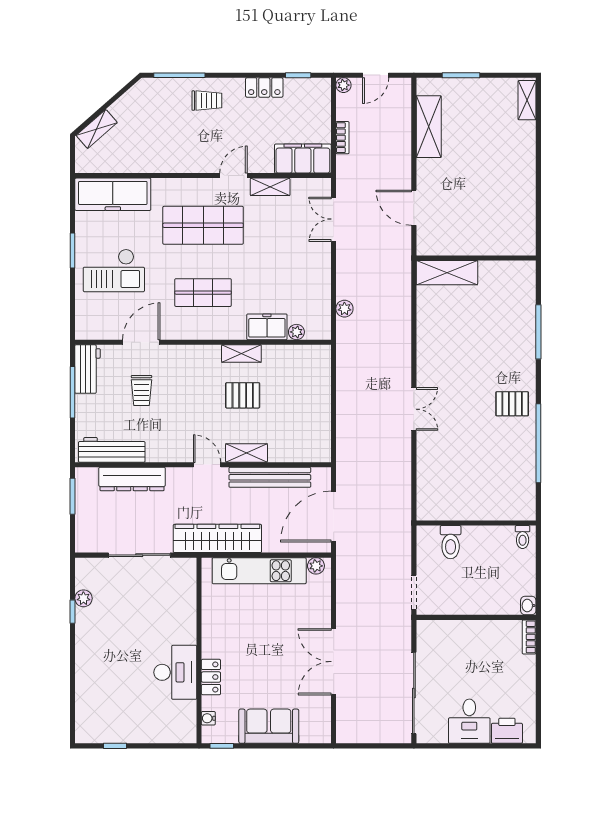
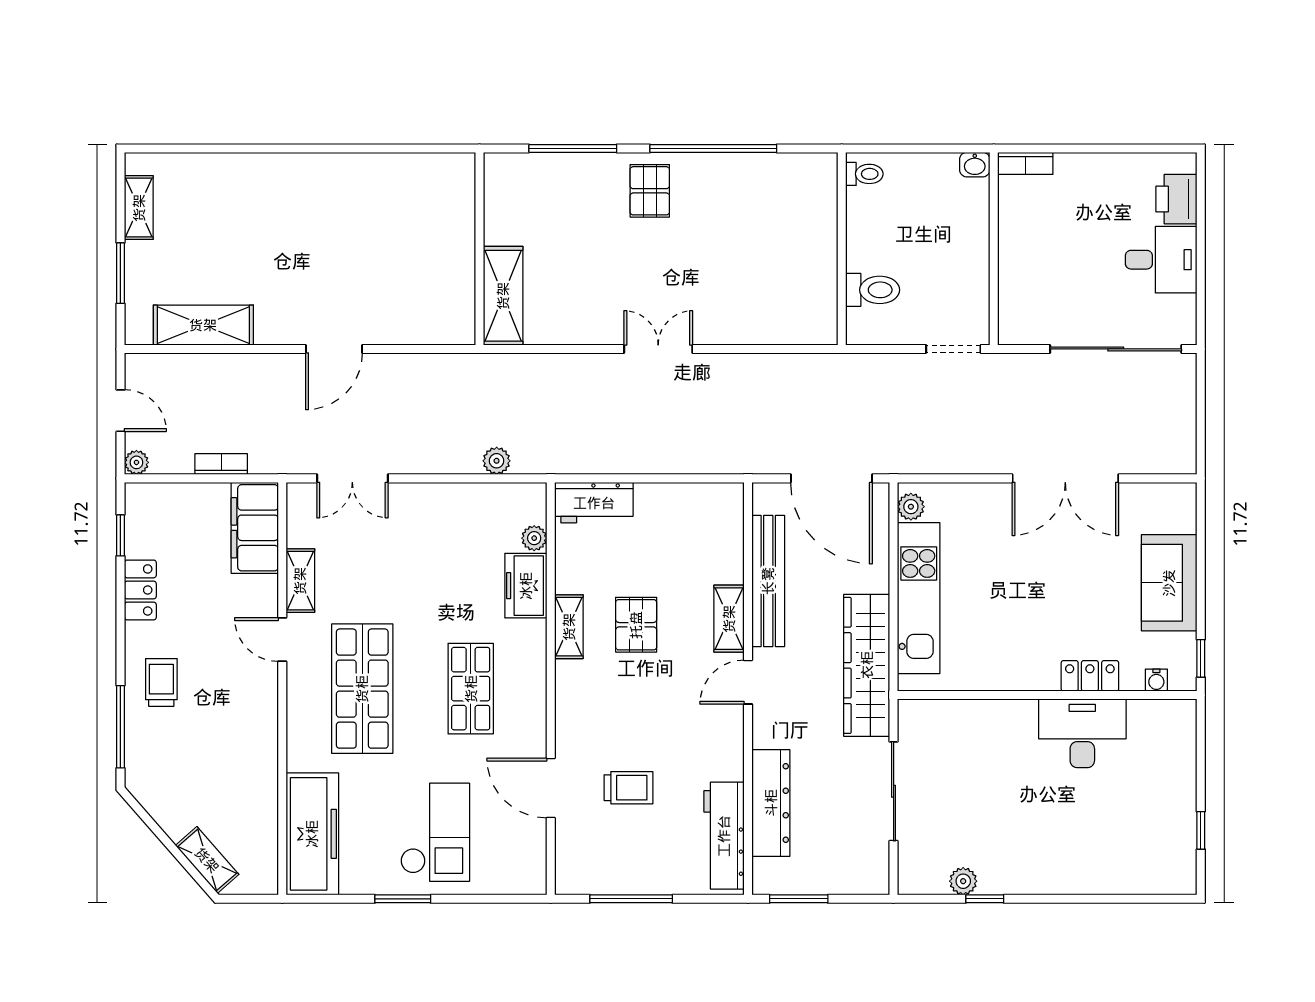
shelving: (527, 100) -> (139, 208), moved, turned 90
wall: (476, 258) -> (480, 249), moved
shelving: (447, 273) -> (503, 296), moved
window: (538, 332) -> (573, 148), moved
workbench: (88, 369) -> (594, 503), moved, turned 180

